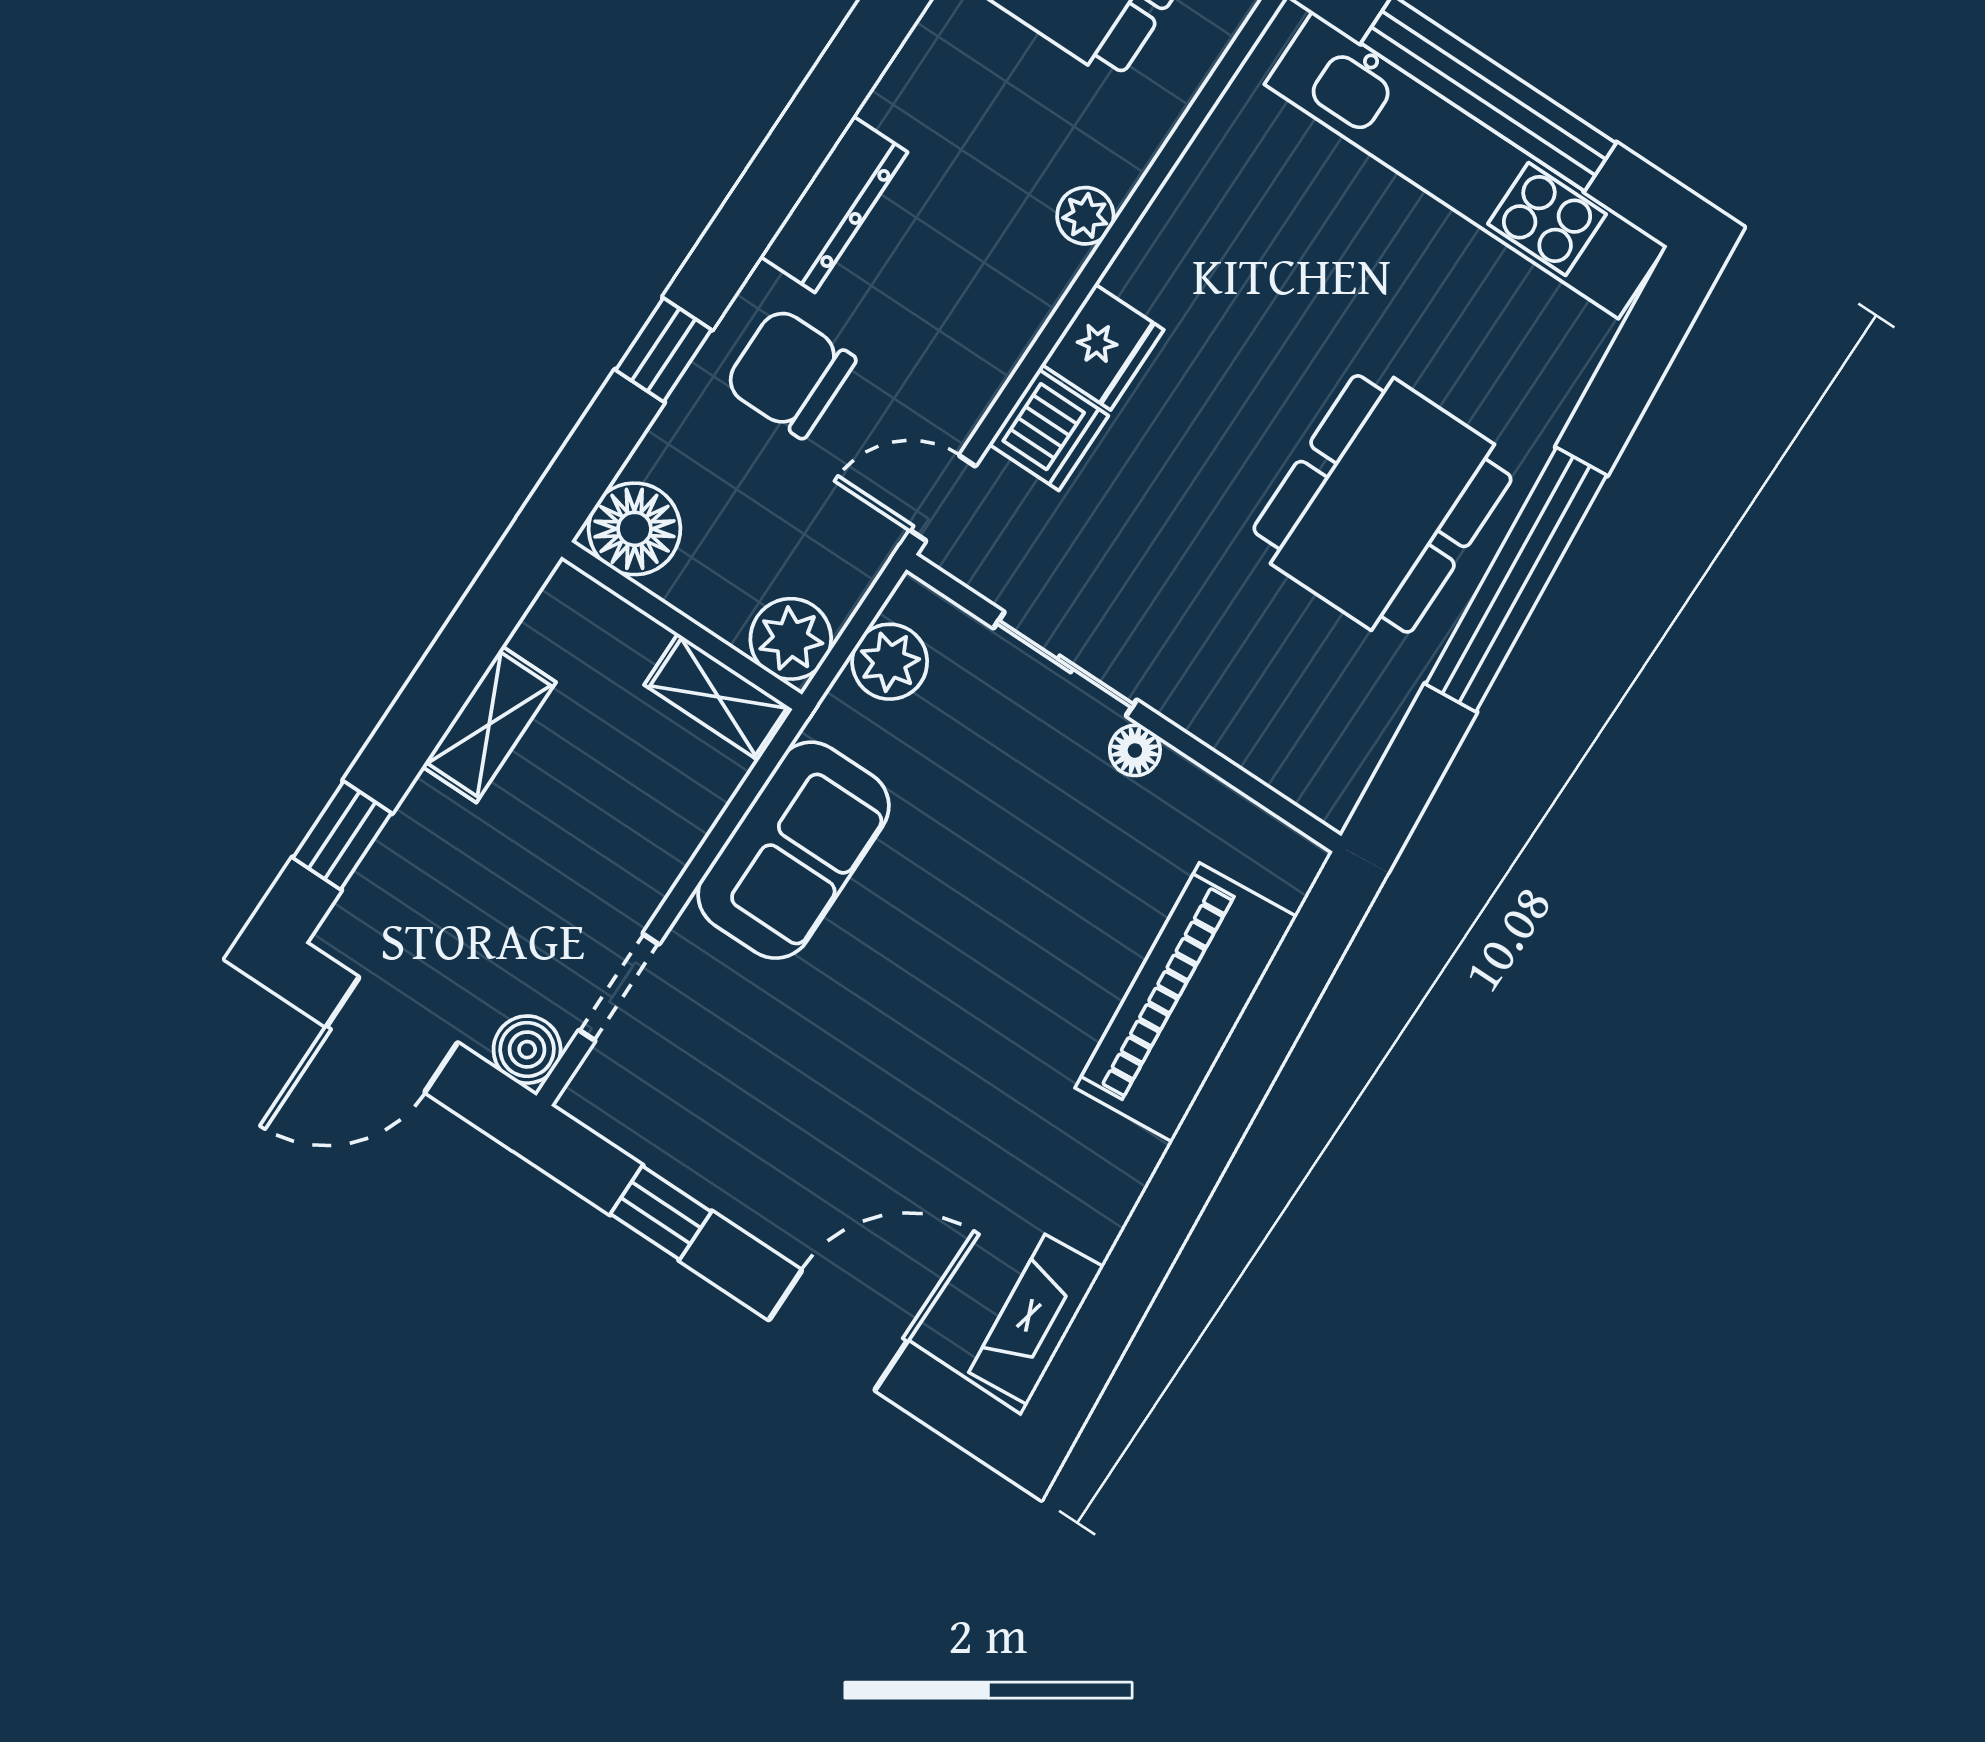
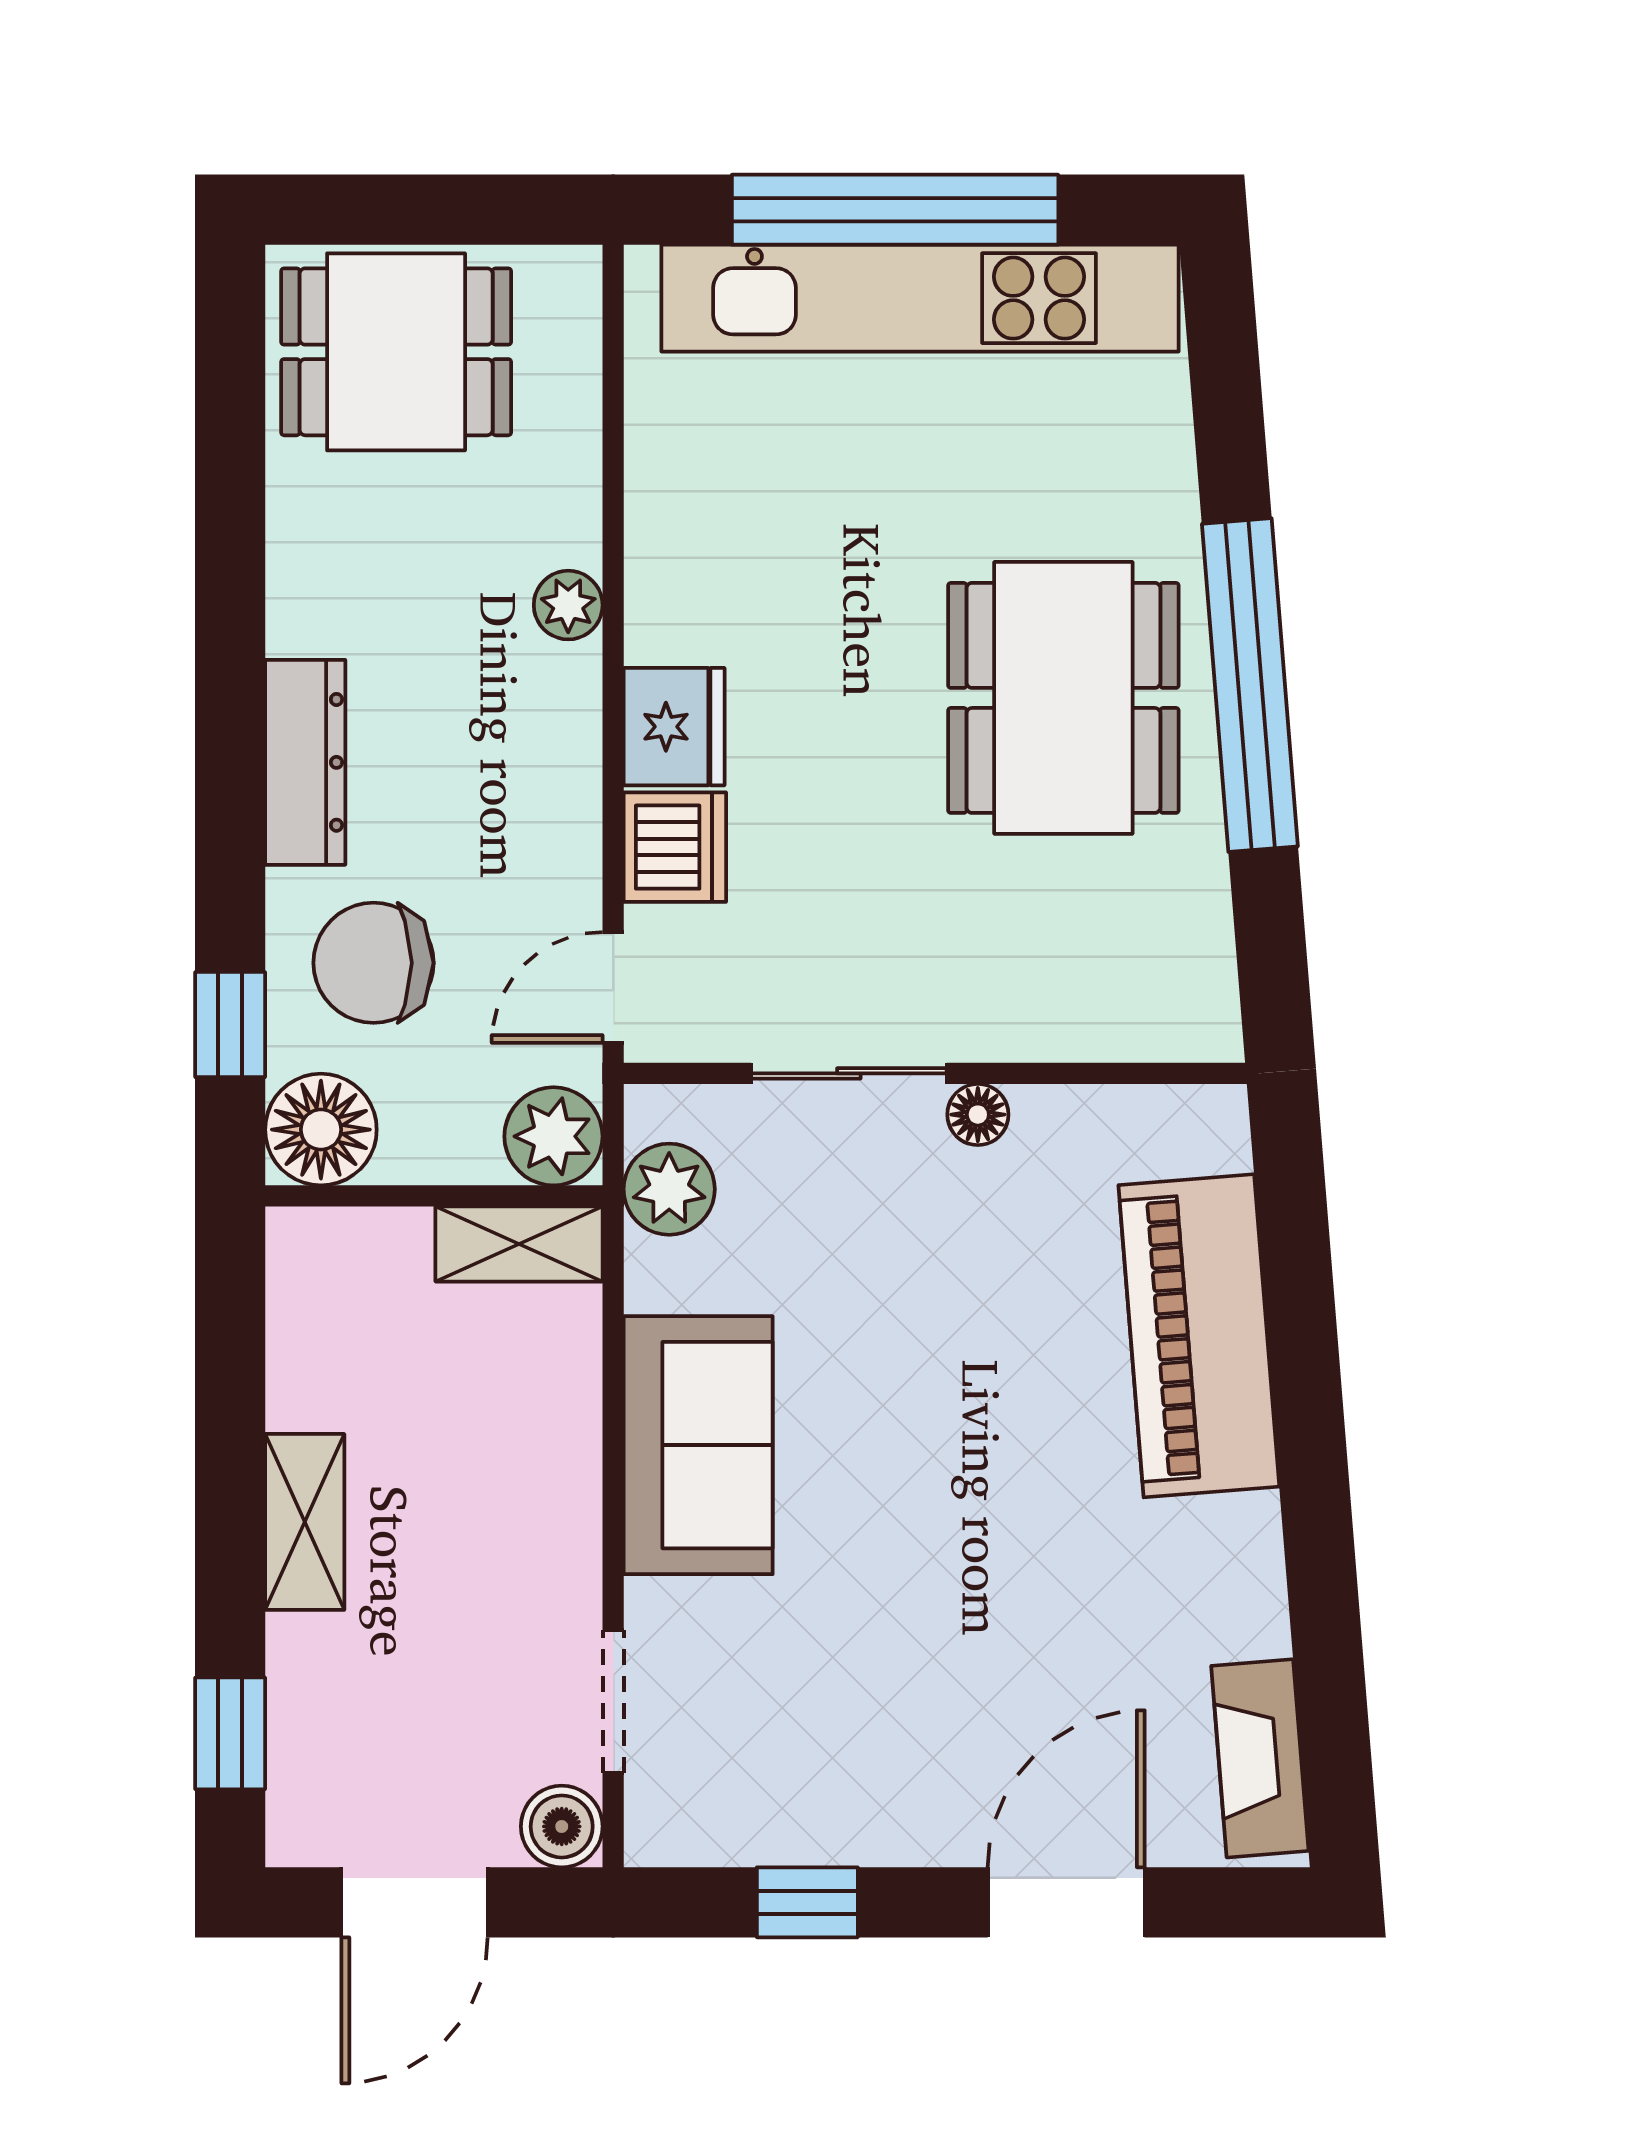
floor lamp: (635, 529) -> (321, 1130), moved
wall: (682, 625) -> (434, 1196), moved
plant: (791, 639) -> (553, 1136), moved
shelving: (718, 697) -> (519, 1244), moved

